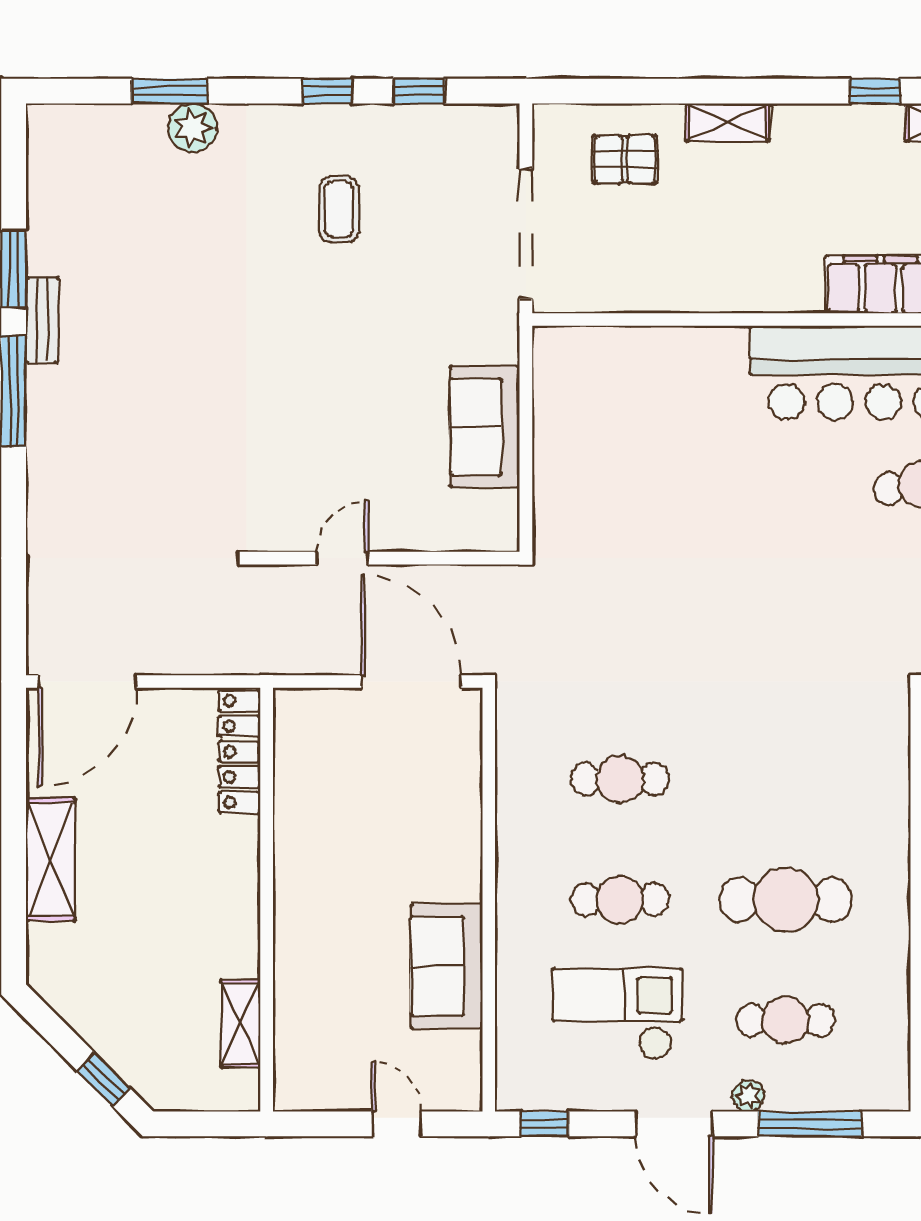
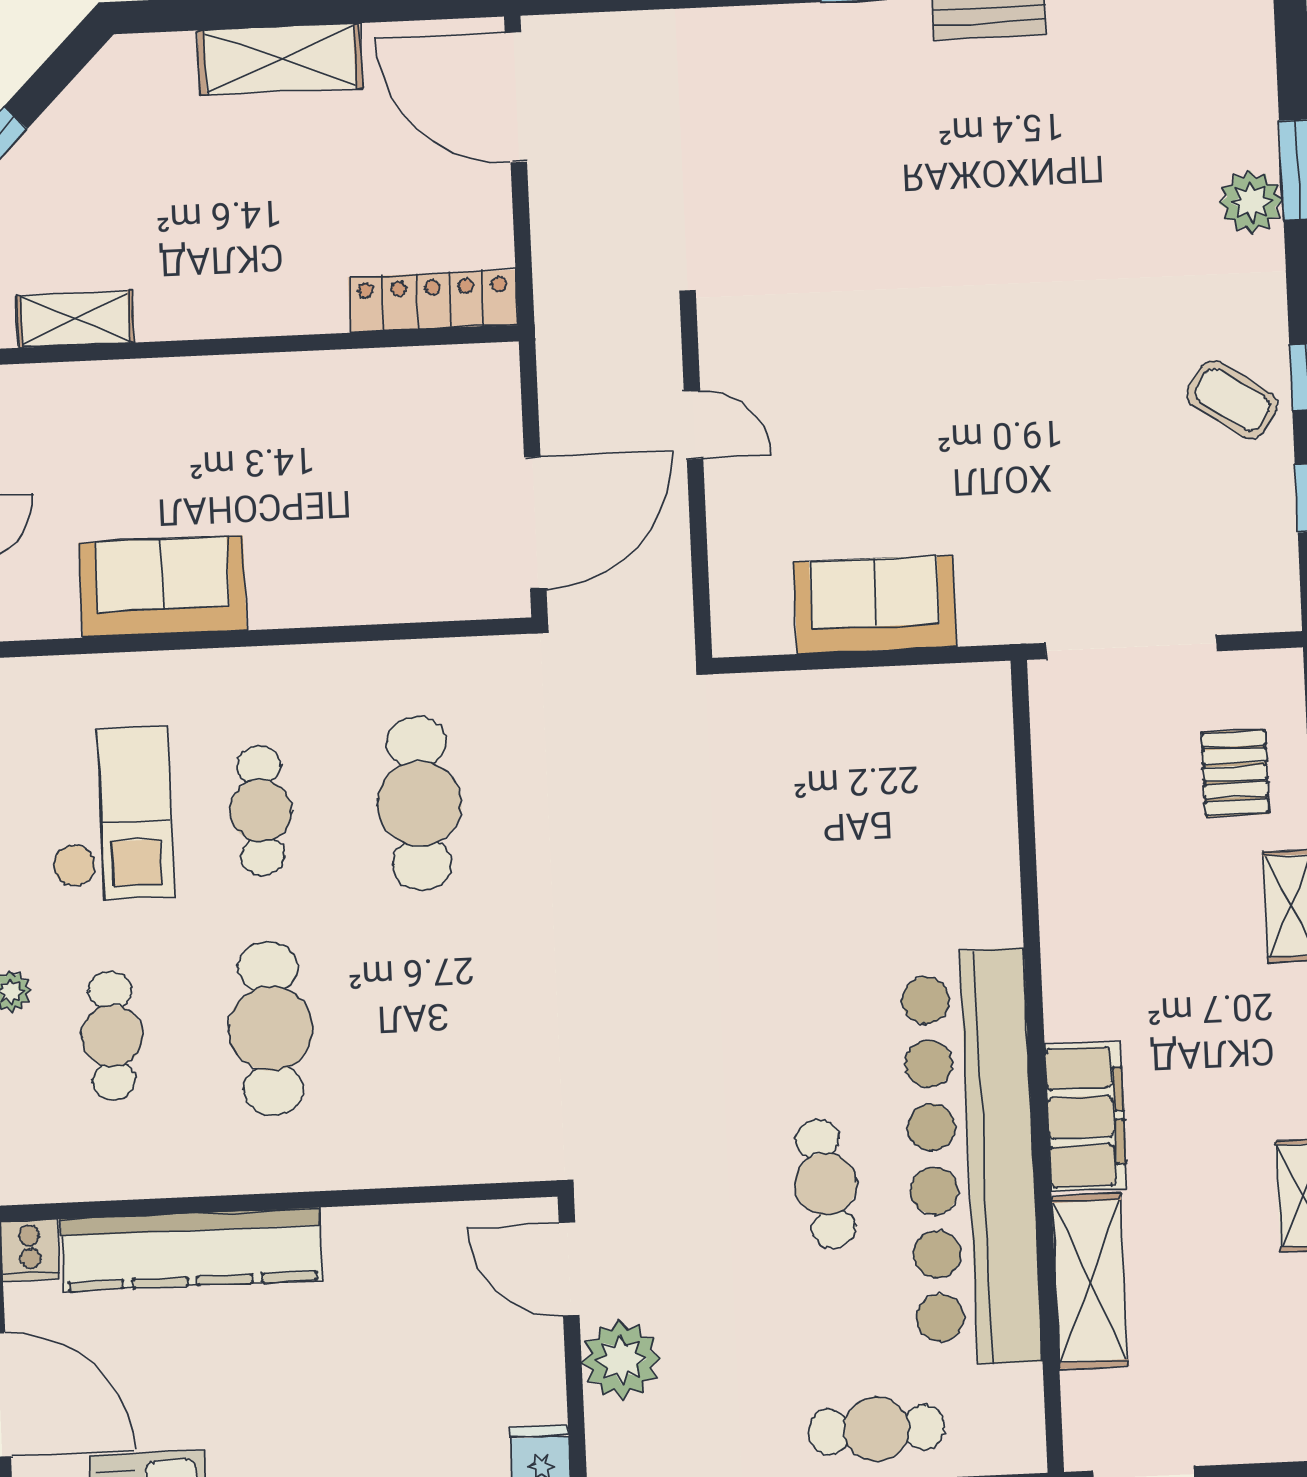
coffee table: (339, 209) -> (1232, 399), moved, turned 34
cafe table: (620, 779) -> (419, 803), width x1.37, depth x1.35

